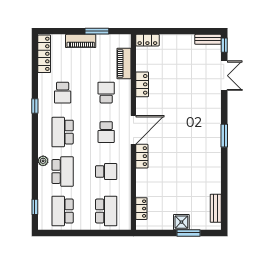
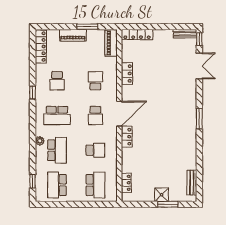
locker: (147, 40) -> (137, 35), width x1.53
piano: (124, 63) -> (111, 43), moved
school desk: (63, 132) -> (57, 115), turned -90

